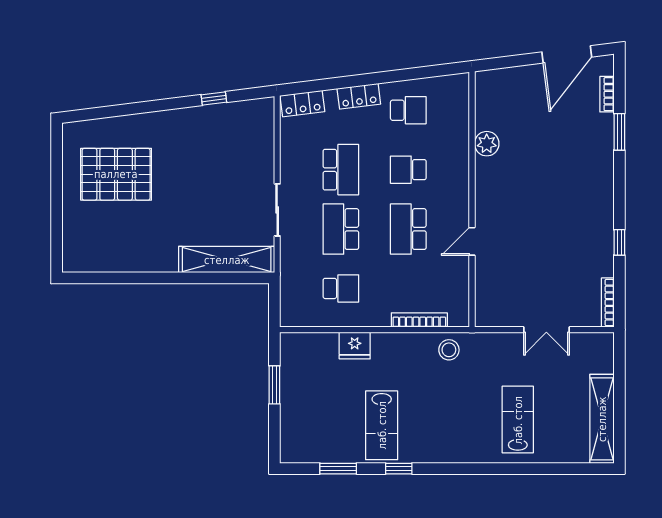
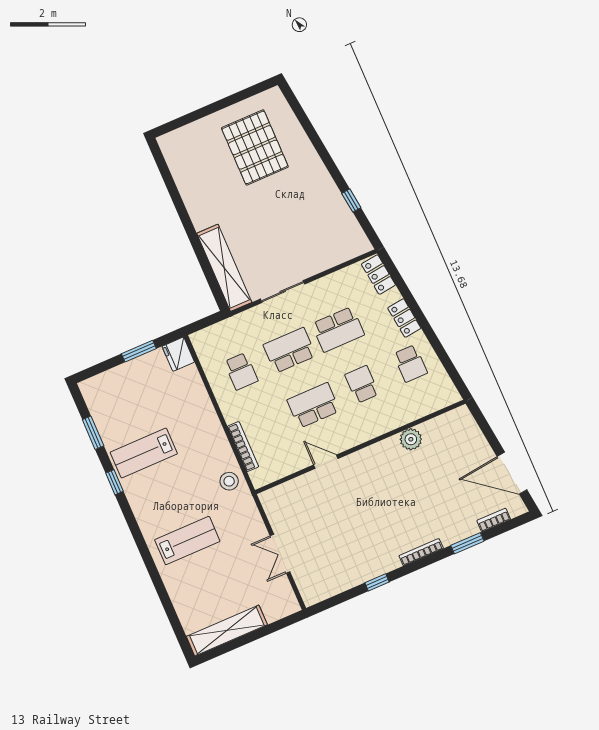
bookcase: (608, 303) -> (421, 552), moved
fridge: (355, 346) -> (178, 354), moved
lab bench: (518, 420) -> (187, 540), moved

